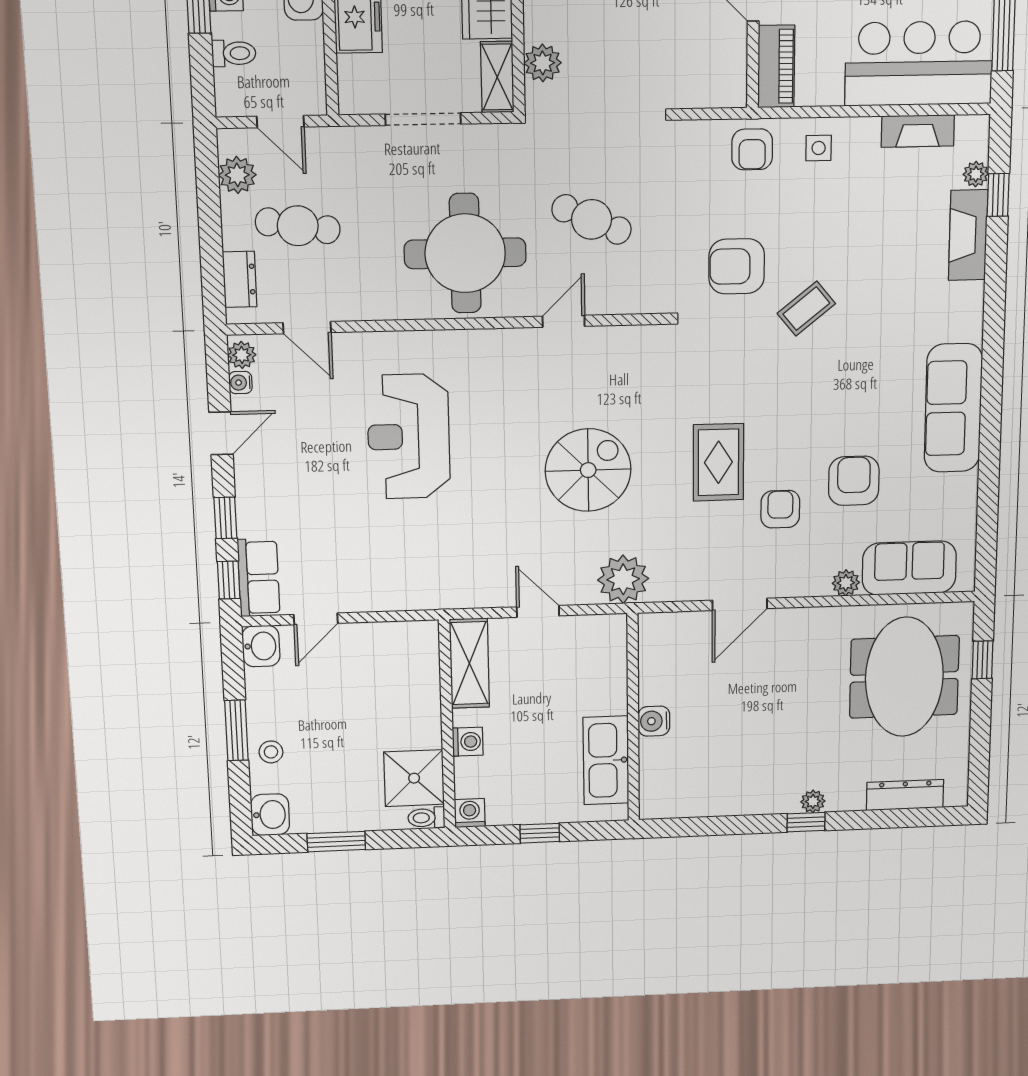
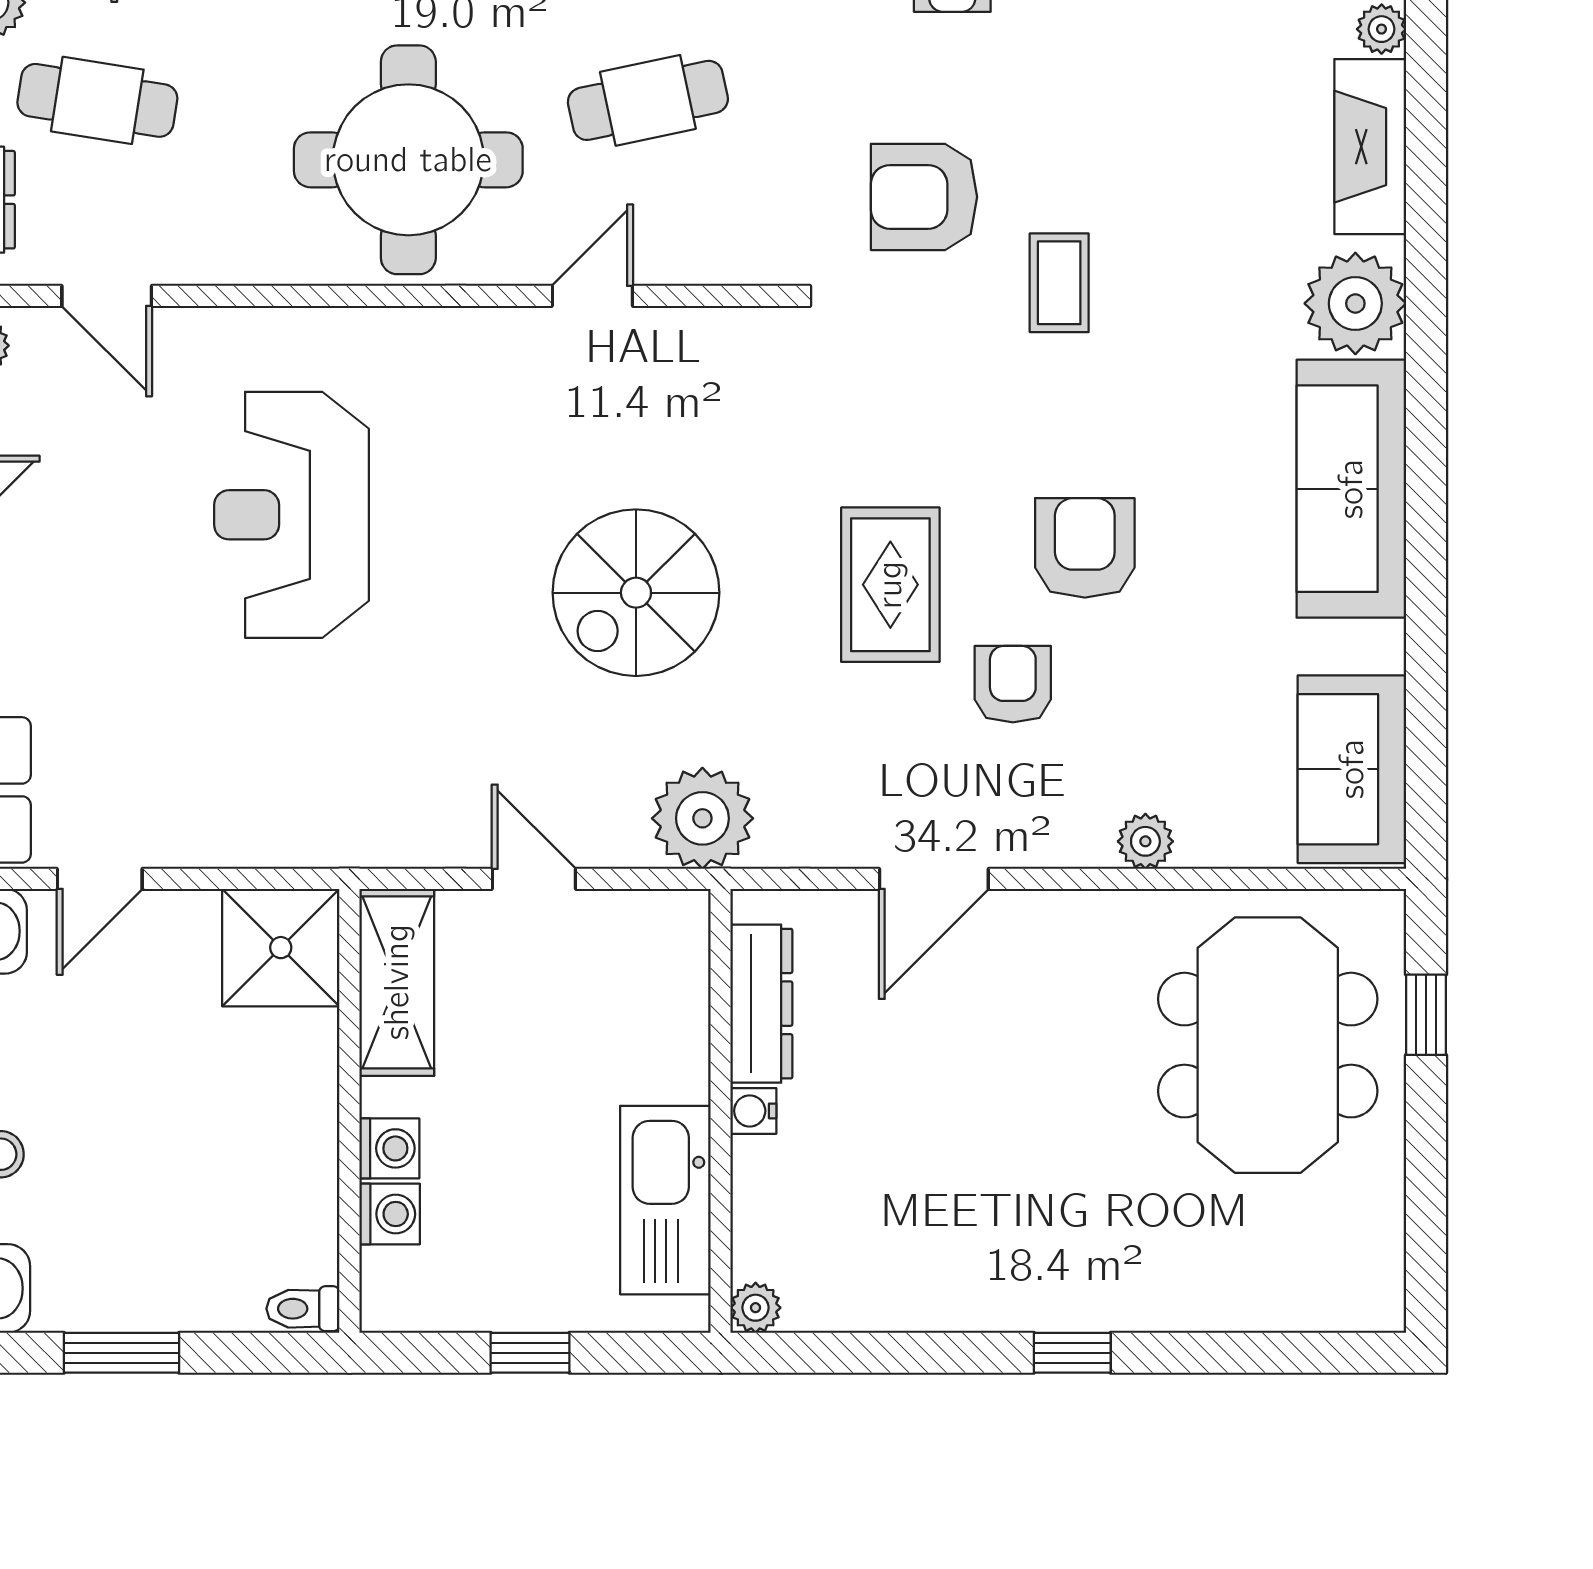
window: (998, 195) -> (1426, 70), removed
cafe table: (592, 219) -> (648, 100), turned -36
coffee table: (806, 309) -> (1059, 283), turned -51
plant: (958, 315) -> (1355, 303), added
spiral stairs: (588, 470) -> (636, 593), turned 180
armchair: (854, 481) -> (1085, 548), moved
sofa: (909, 568) -> (1352, 769), moved, turned -90
water cooler: (654, 721) -> (753, 1111), width x0.72, depth x0.72
shower: (414, 778) -> (281, 948), moved
dresser: (905, 795) -> (761, 1004), moved, turned 90
plant: (813, 801) -> (756, 1308), moved
washing machine: (470, 813) -> (390, 1214), moved, turned 90

